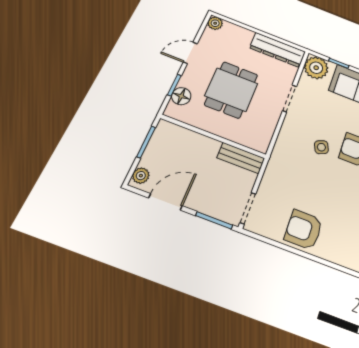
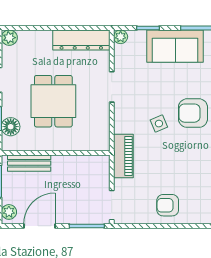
plant: (316, 68) -> (121, 37), width x0.53, depth x0.53
bench: (241, 158) -> (29, 163), moved
piano: (277, 164) -> (123, 156), added
armchair: (304, 230) -> (168, 205), width x0.72, depth x0.72

